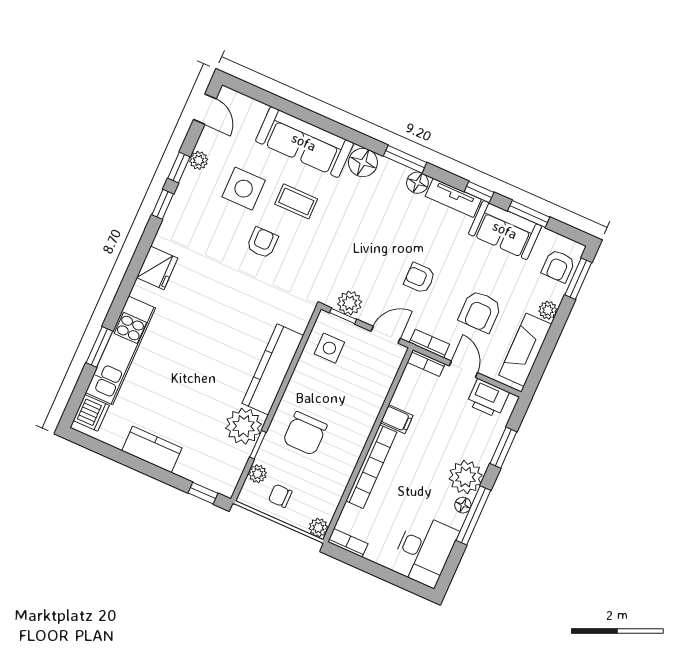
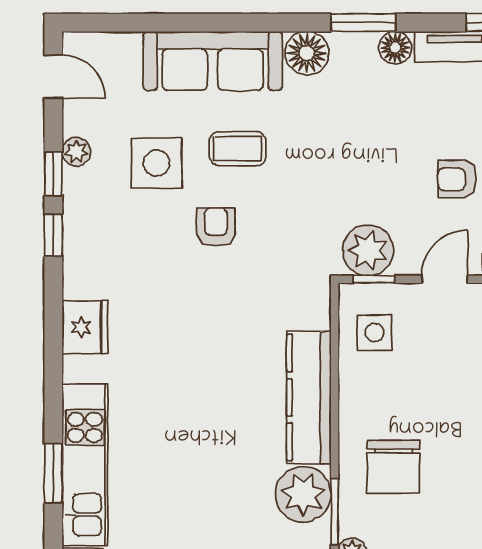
plant: (350, 303) -> (368, 250), width x1.36, depth x1.36
window: (258, 445) -> (335, 512), width x1.50

